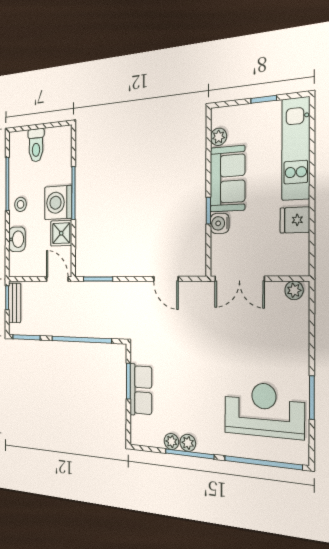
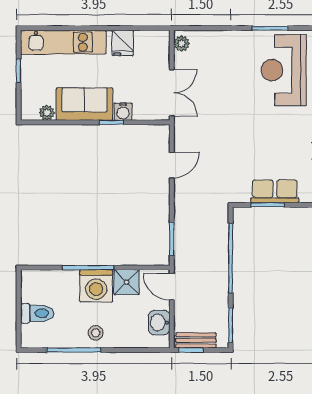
washbasin: (17, 239) -> (159, 323), moved, turned -90
door: (57, 279) -> (172, 287), hinge flipped

